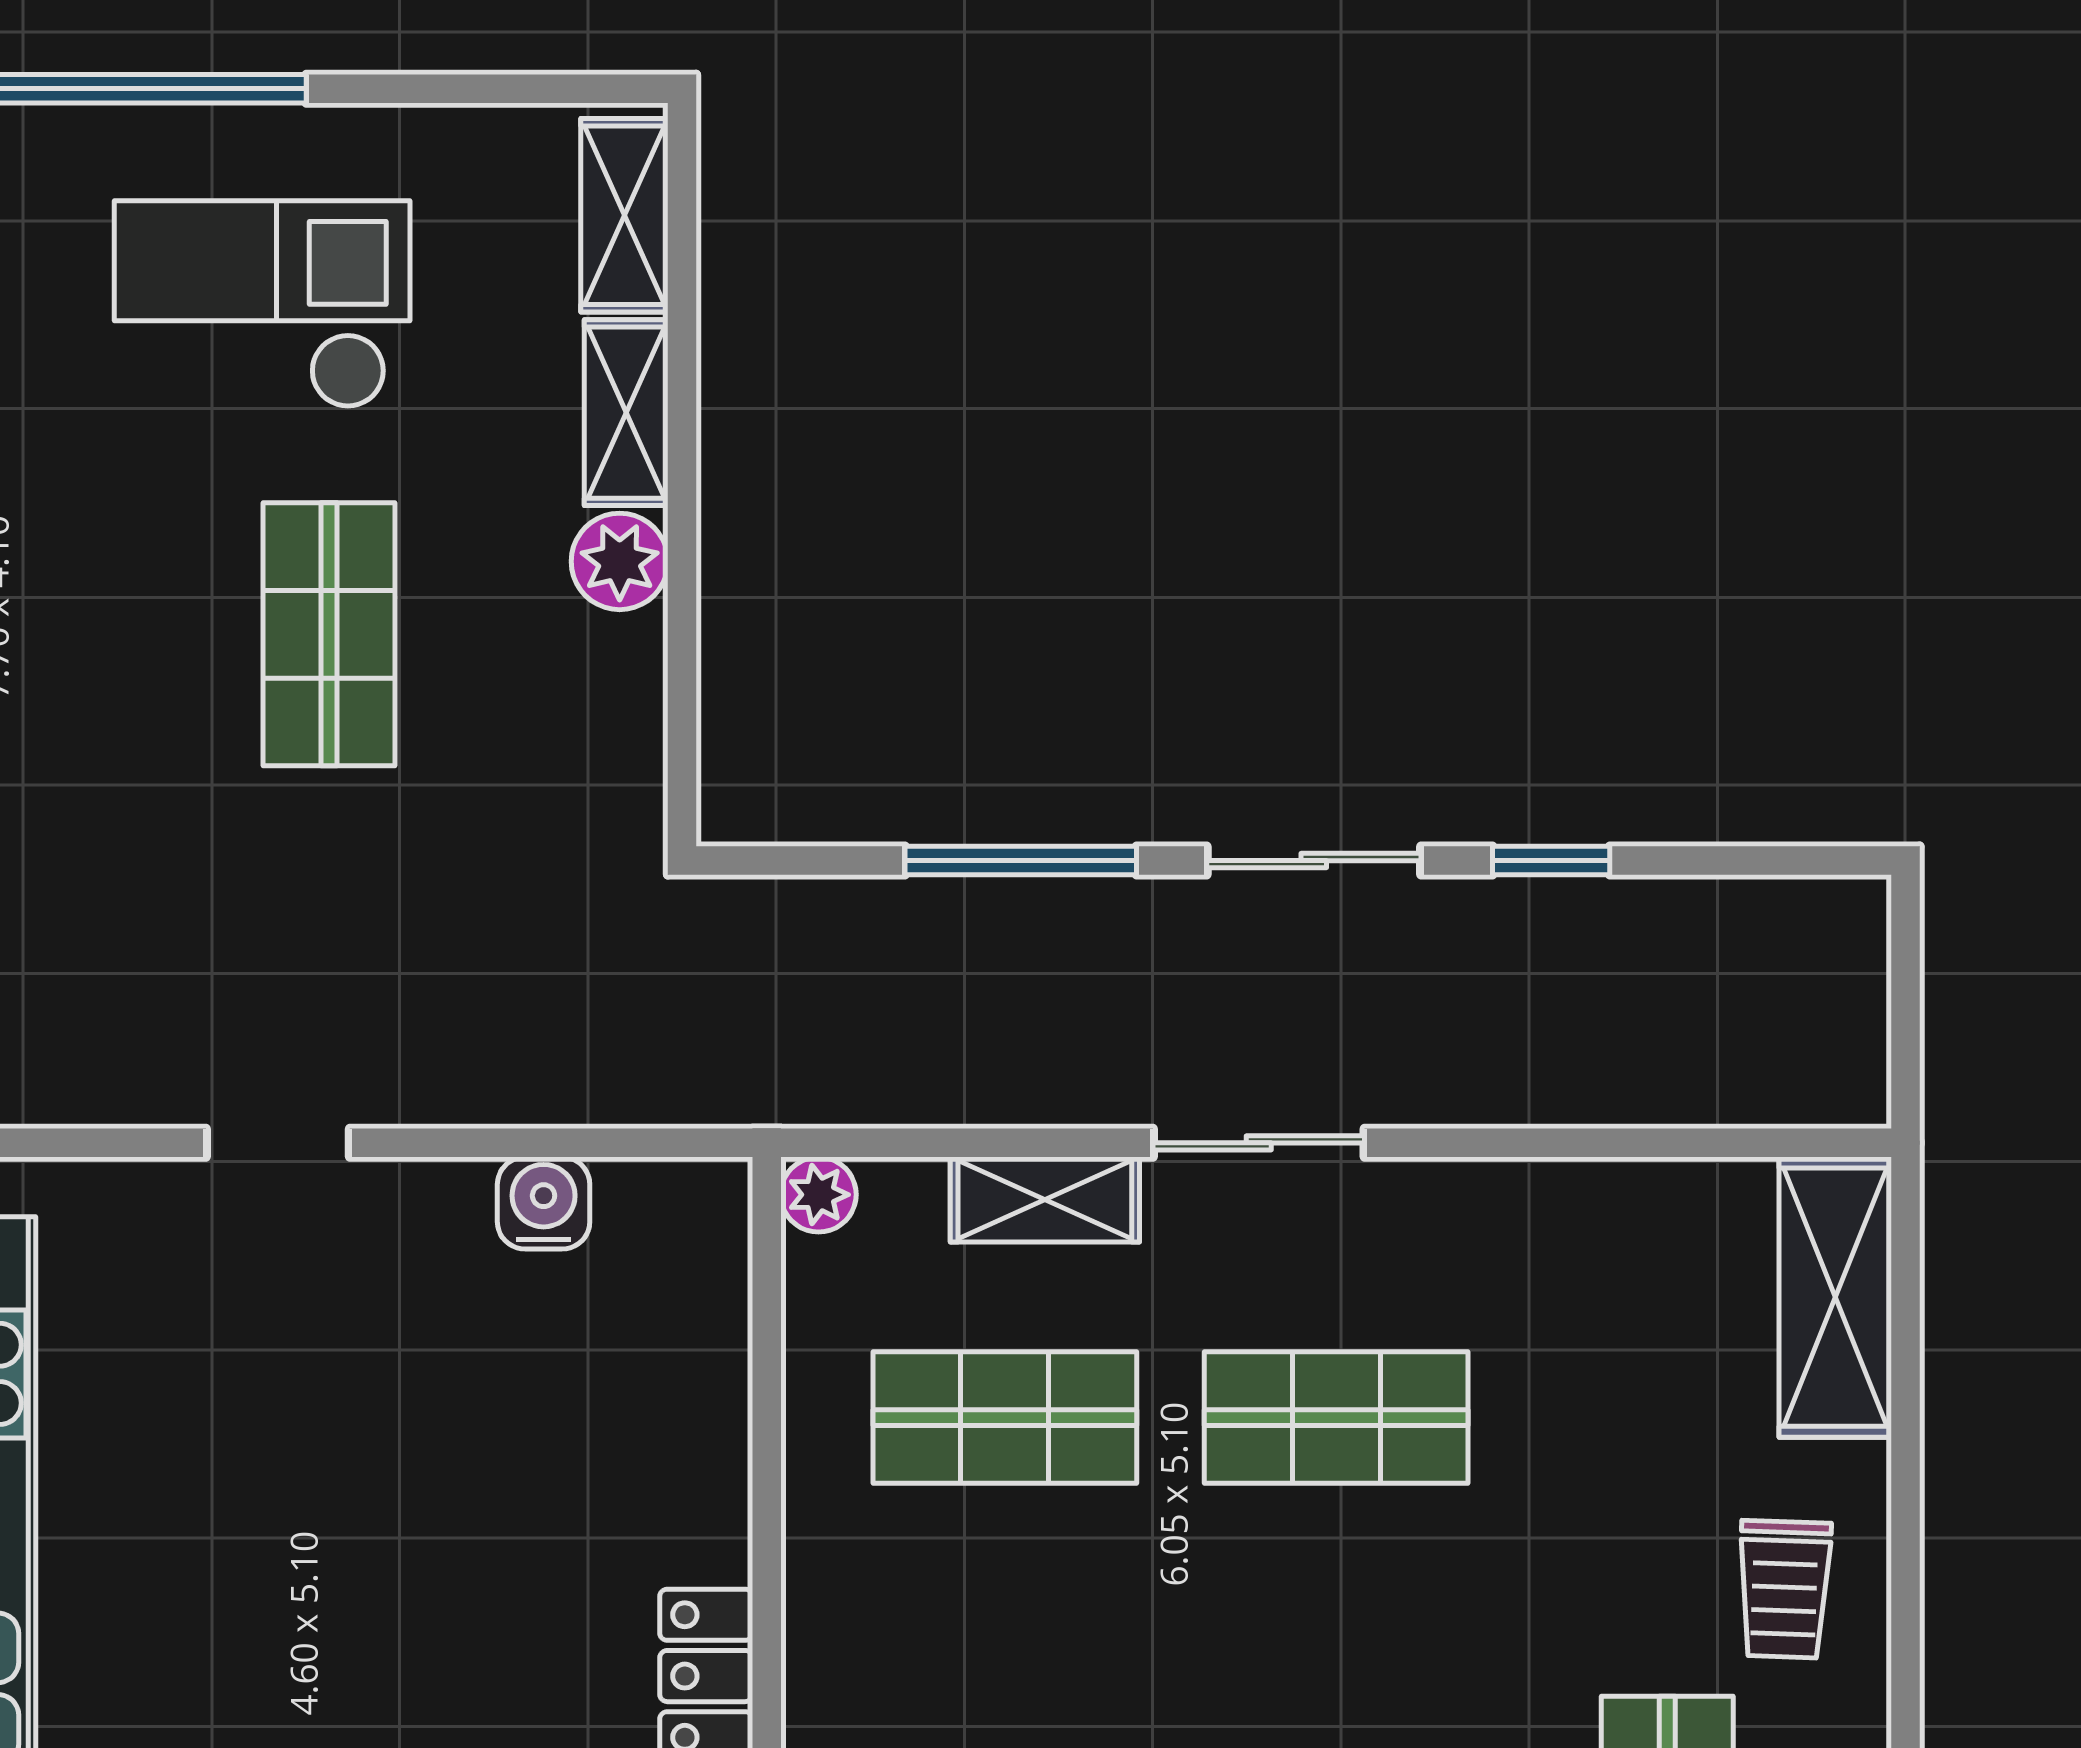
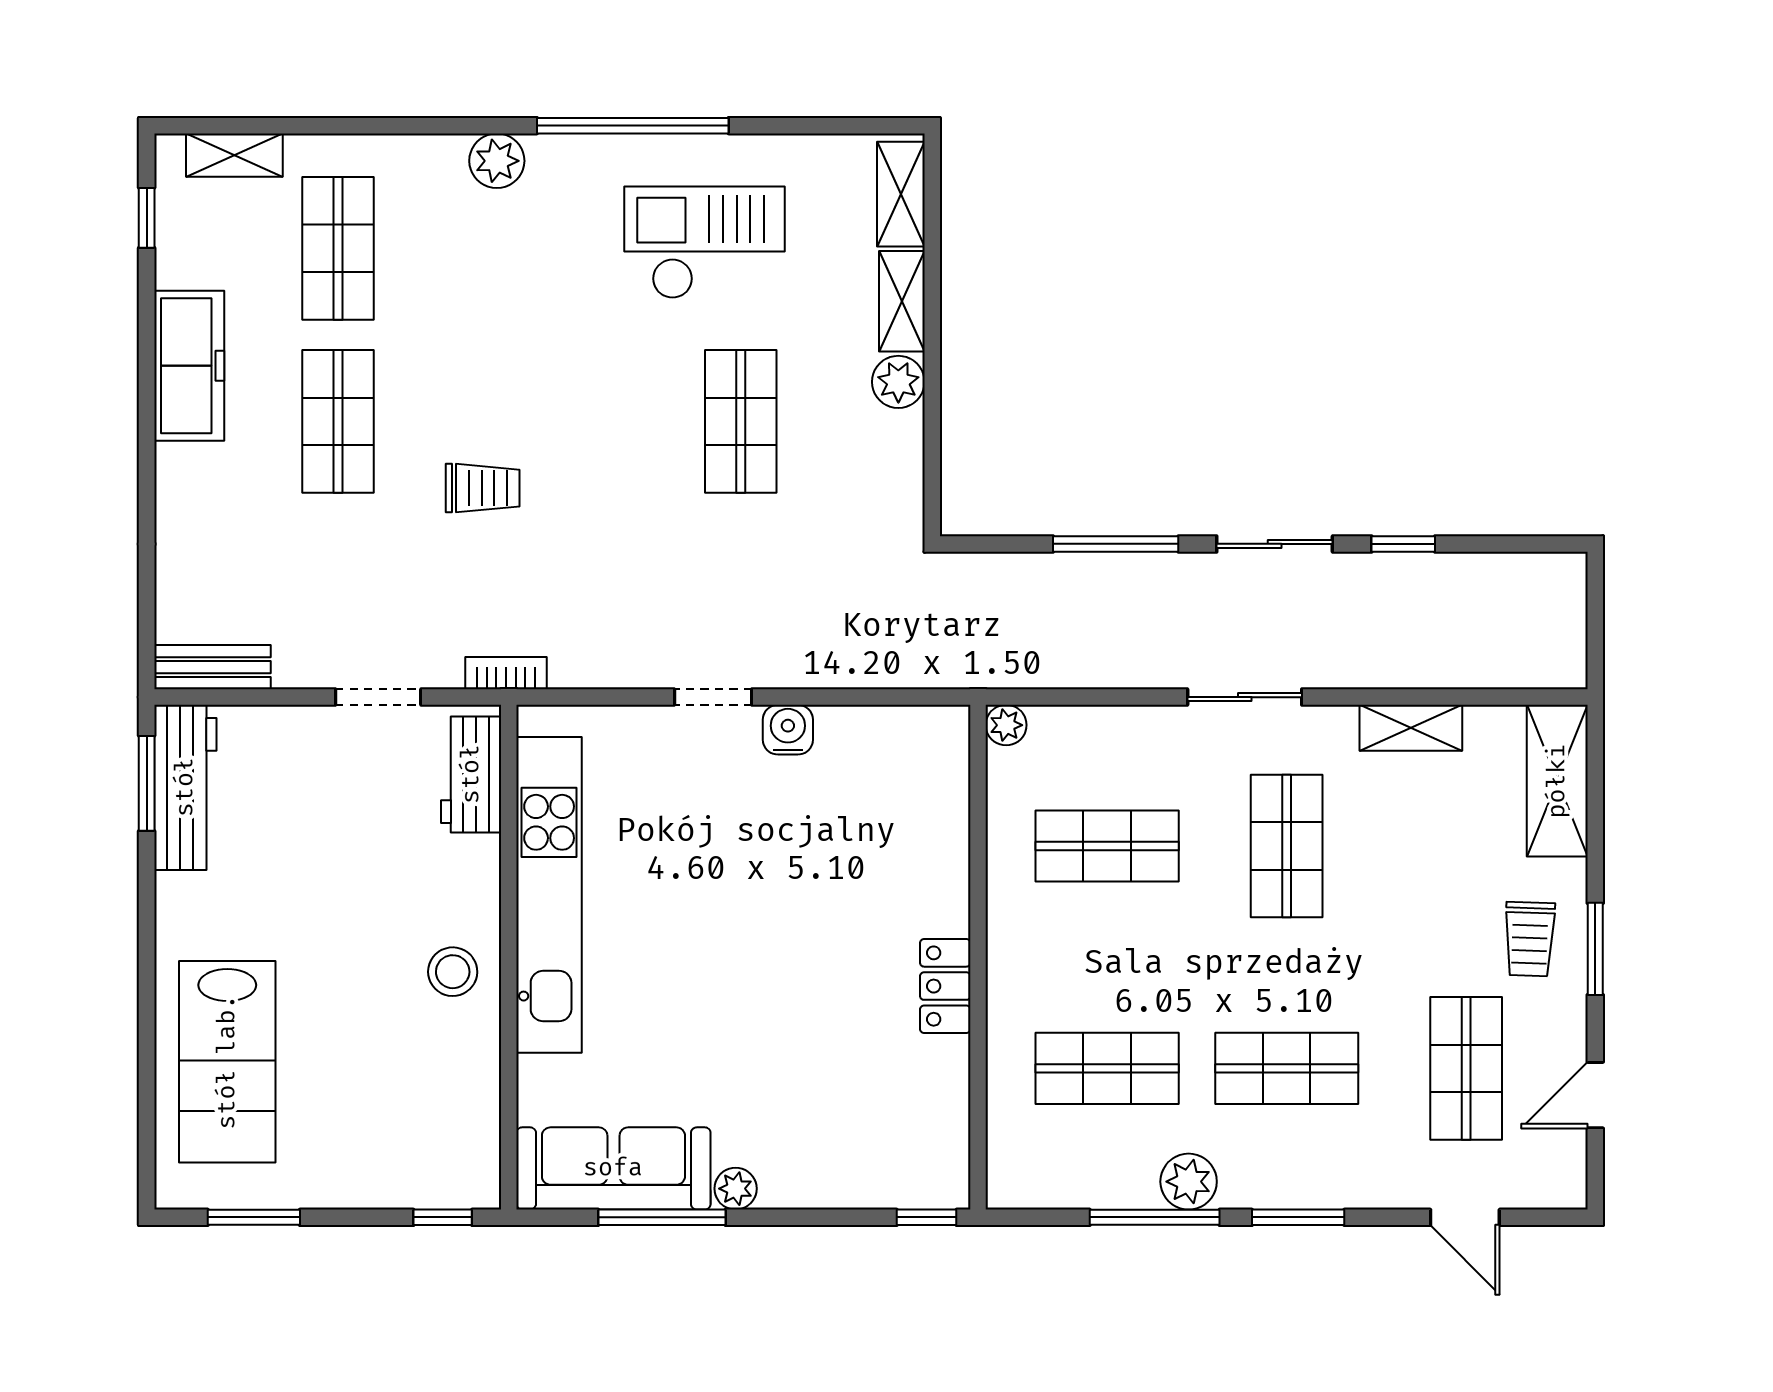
shelving: (1045, 1199) -> (1411, 728), moved
water cooler: (544, 1203) -> (788, 730), moved
shop shelf: (1336, 1418) -> (1287, 846), turned 90
window: (1905, 1608) -> (1595, 949), added

